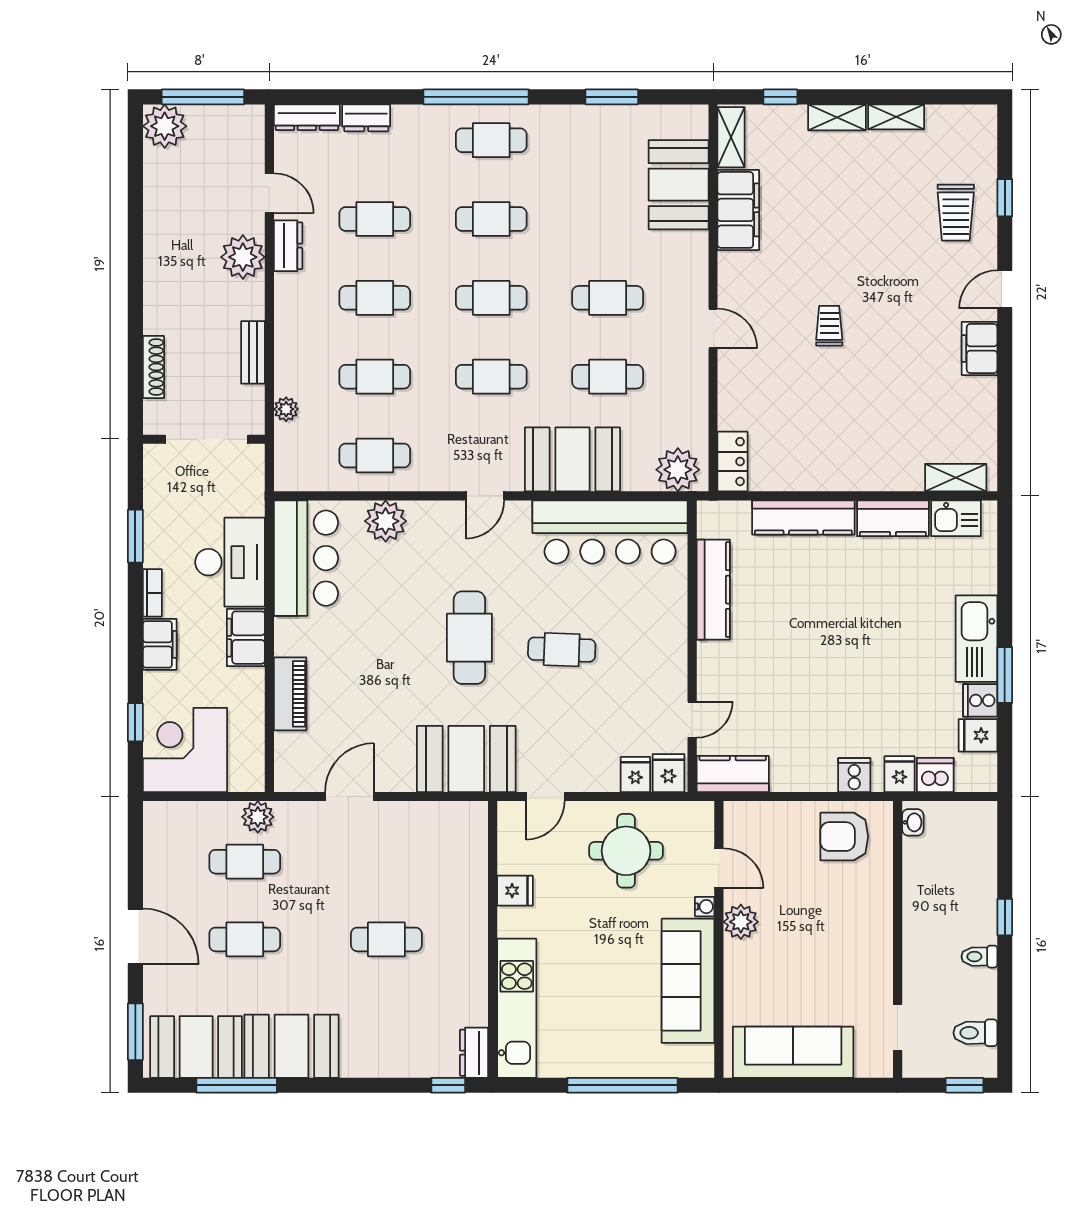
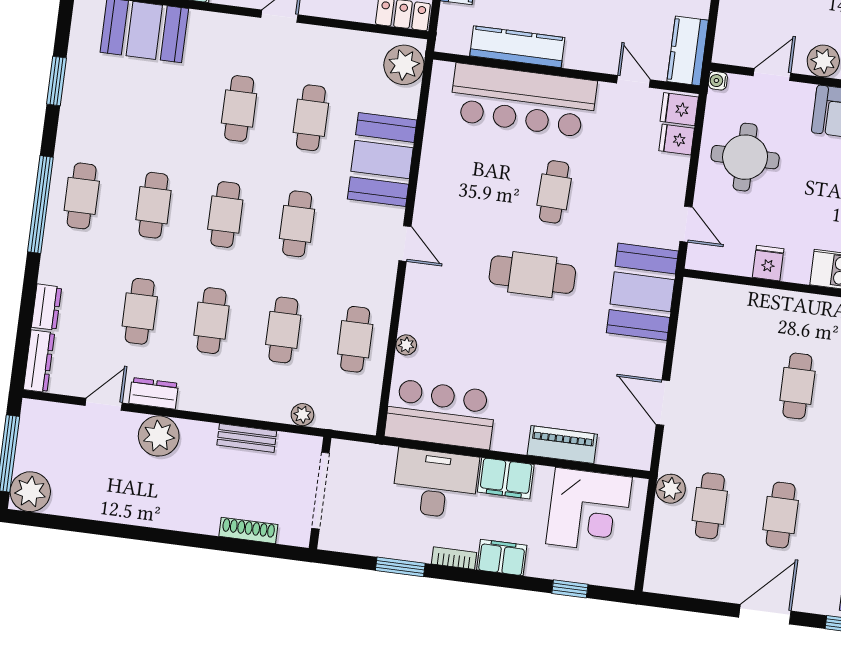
plant: (386, 521) -> (406, 345), width x0.53, depth x0.53
bar counter: (610, 532) -> (523, 100), moved, turned 90
corner desk: (185, 750) -> (589, 510), moved, turned -90
water cooler: (705, 907) -> (718, 81), moved, turned -90

